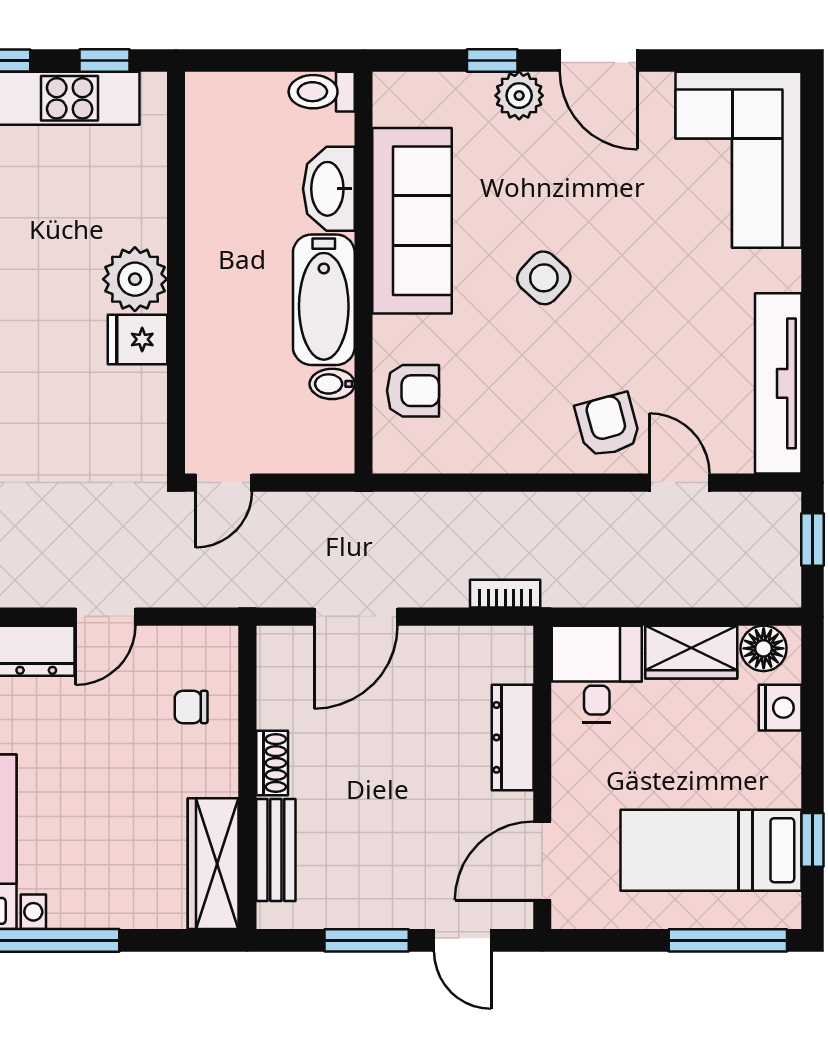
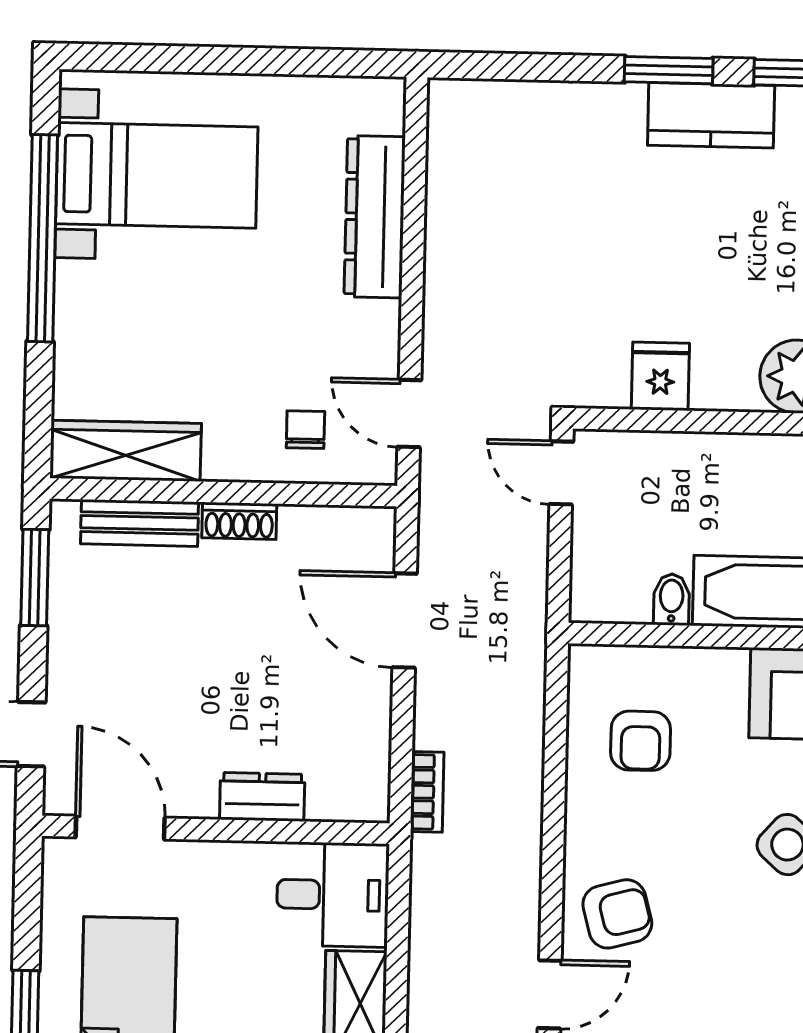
fridge: (137, 339) -> (660, 376), moved
armchair: (413, 391) -> (641, 741), moved
door: (106, 617) -> (409, 413), moved
dresser: (513, 737) -> (262, 797), width x0.70
window: (367, 940) -> (35, 577), moved

